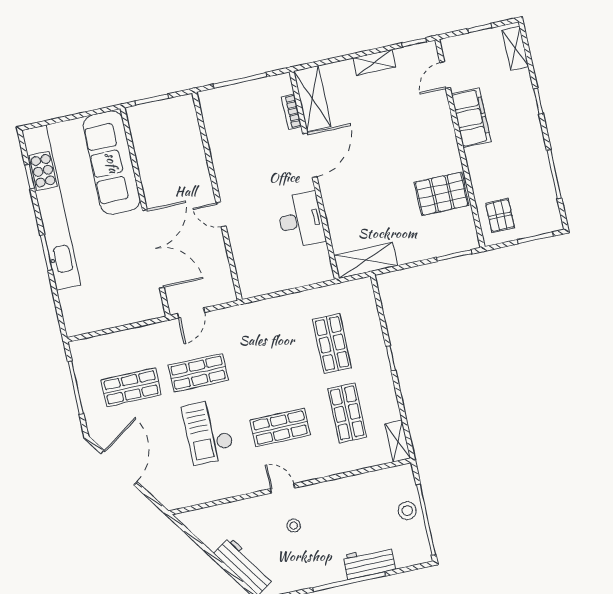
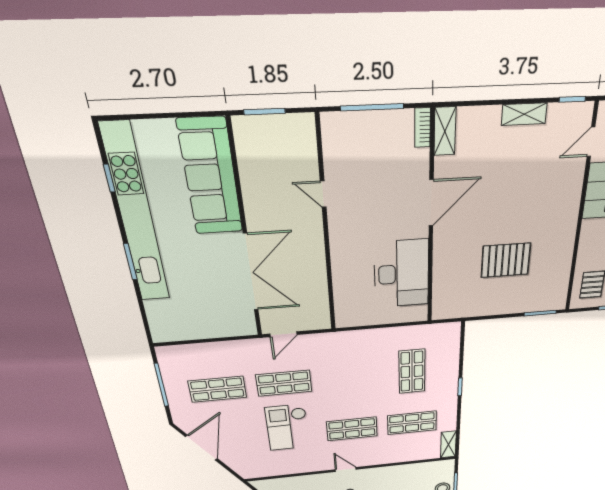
shelving: (312, 99) -> (445, 131), width x0.67, depth x0.75
bookcase: (291, 112) -> (423, 128), moved
pallet: (442, 194) -> (506, 260), moved
door: (221, 214) -> (323, 194), moved
desk: (301, 220) -> (402, 274), width x1.36, depth x1.30
shelving: (366, 260) -> (460, 308), removed
shop shelf: (347, 413) -> (412, 423), turned 90

